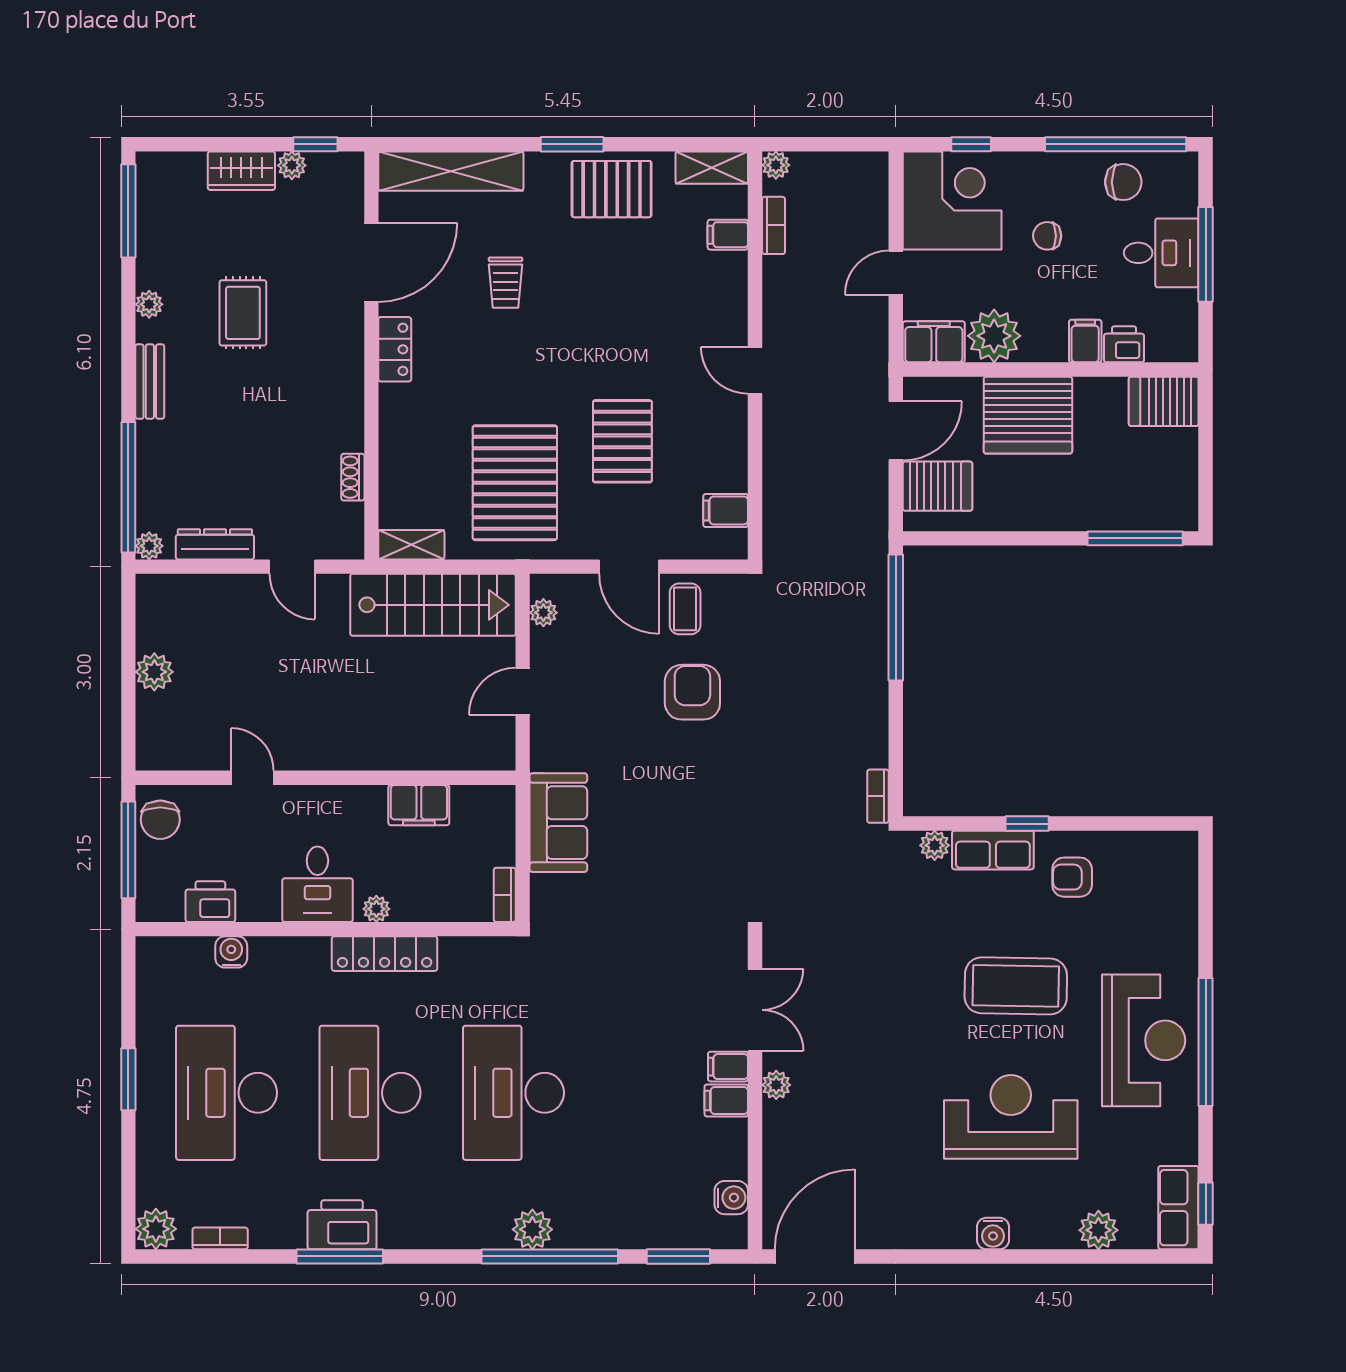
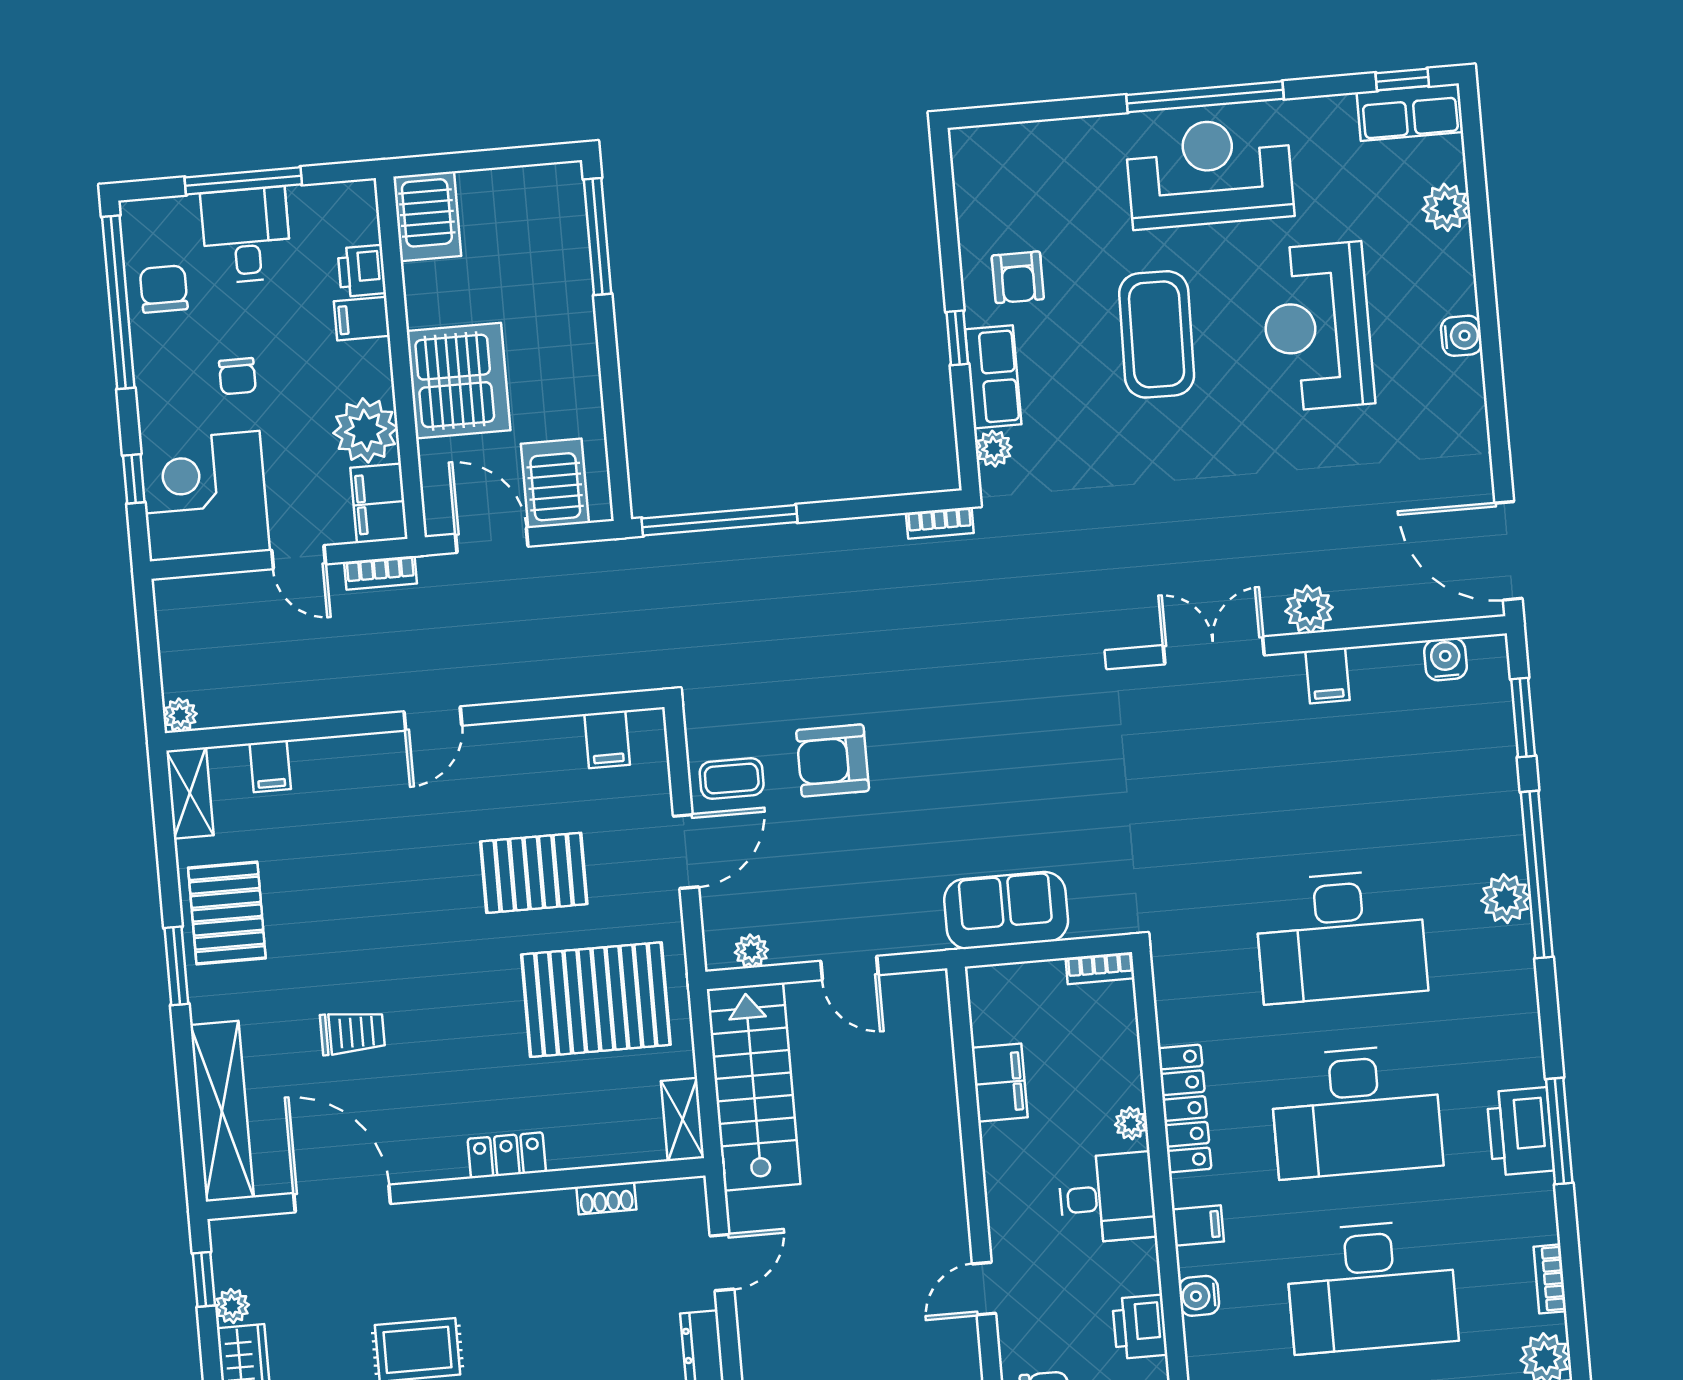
bookcase: (774, 225) -> (381, 573), moved, turned 180
locker: (395, 349) -> (507, 1155), moved
filing cabinet: (728, 1067) -> (1198, 1226), moved, turned -90
plant: (776, 1085) -> (1309, 609), width x1.38, depth x1.38

